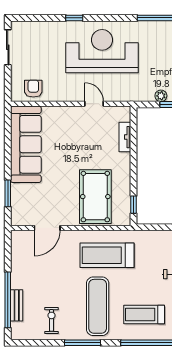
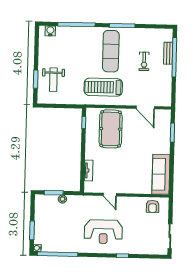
reception desk: (102, 51) -> (103, 232), width x0.74, depth x0.77
sofa: (26, 144) -> (161, 174), width x0.74, depth x0.79
door: (47, 228) -> (145, 107), swing flipped
treadmill: (107, 255) -> (103, 87), turned 180
treadmill: (144, 315) -> (78, 45), removed
exercise bike: (51, 320) -> (144, 61), moved

